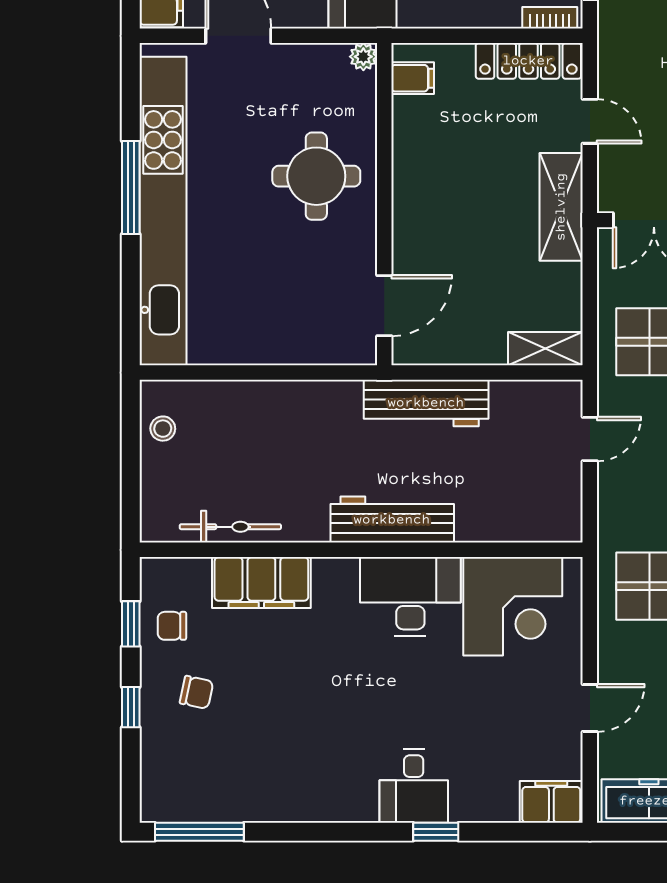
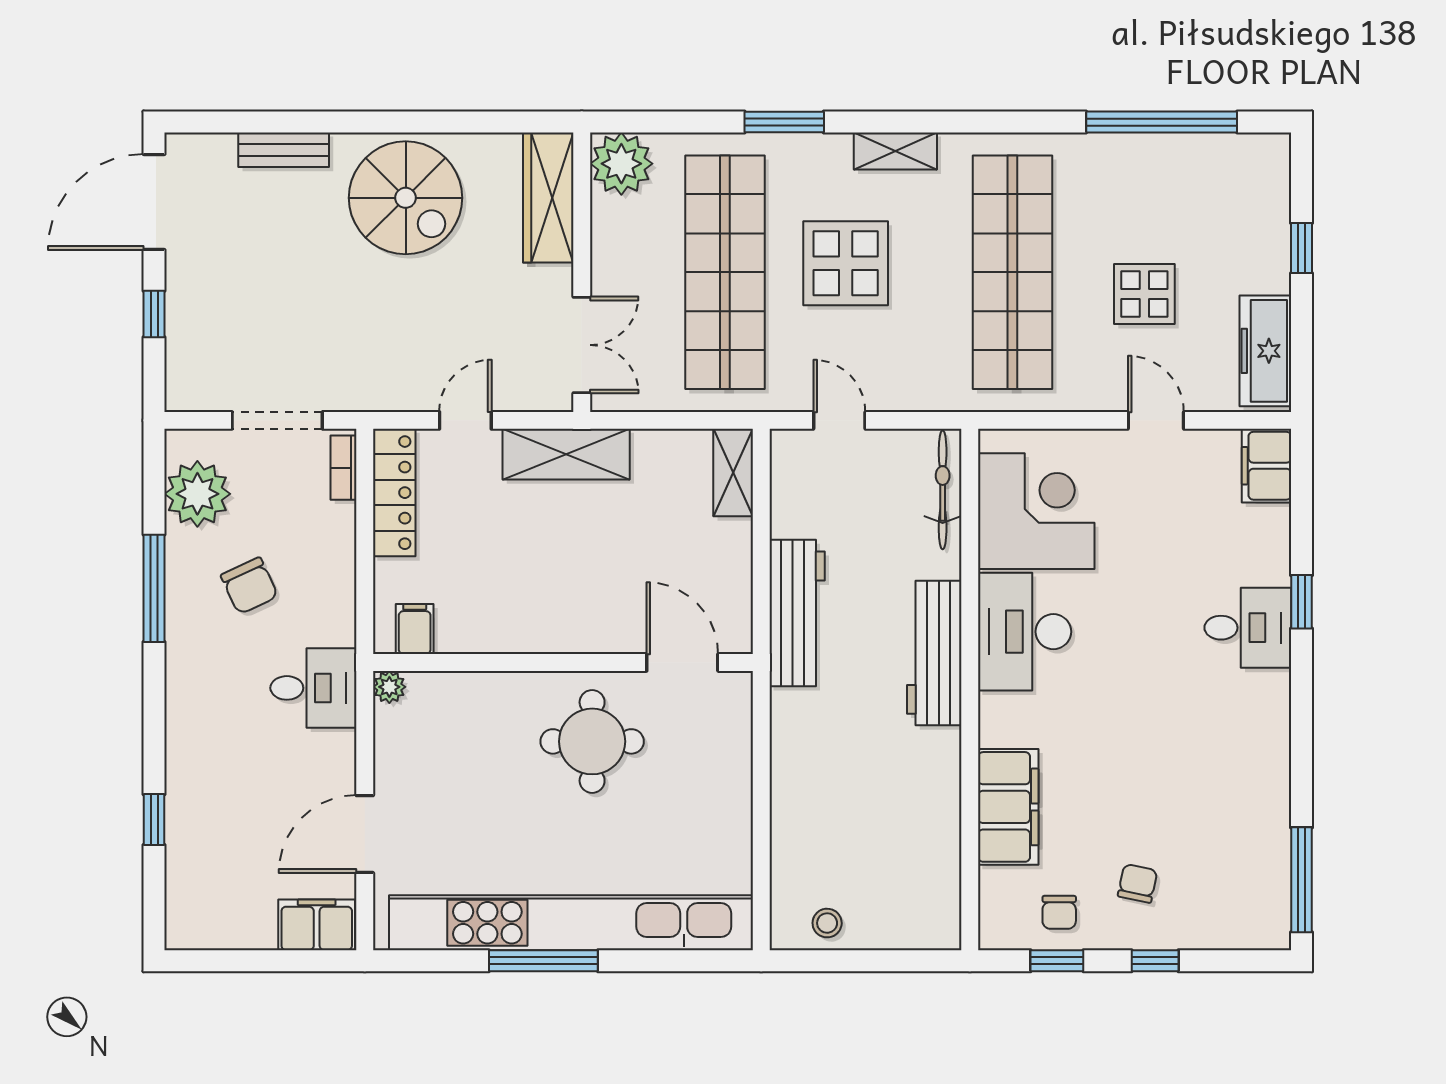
round table: (316, 176) -> (592, 741), moved
bicycle: (230, 527) -> (943, 490), moved

